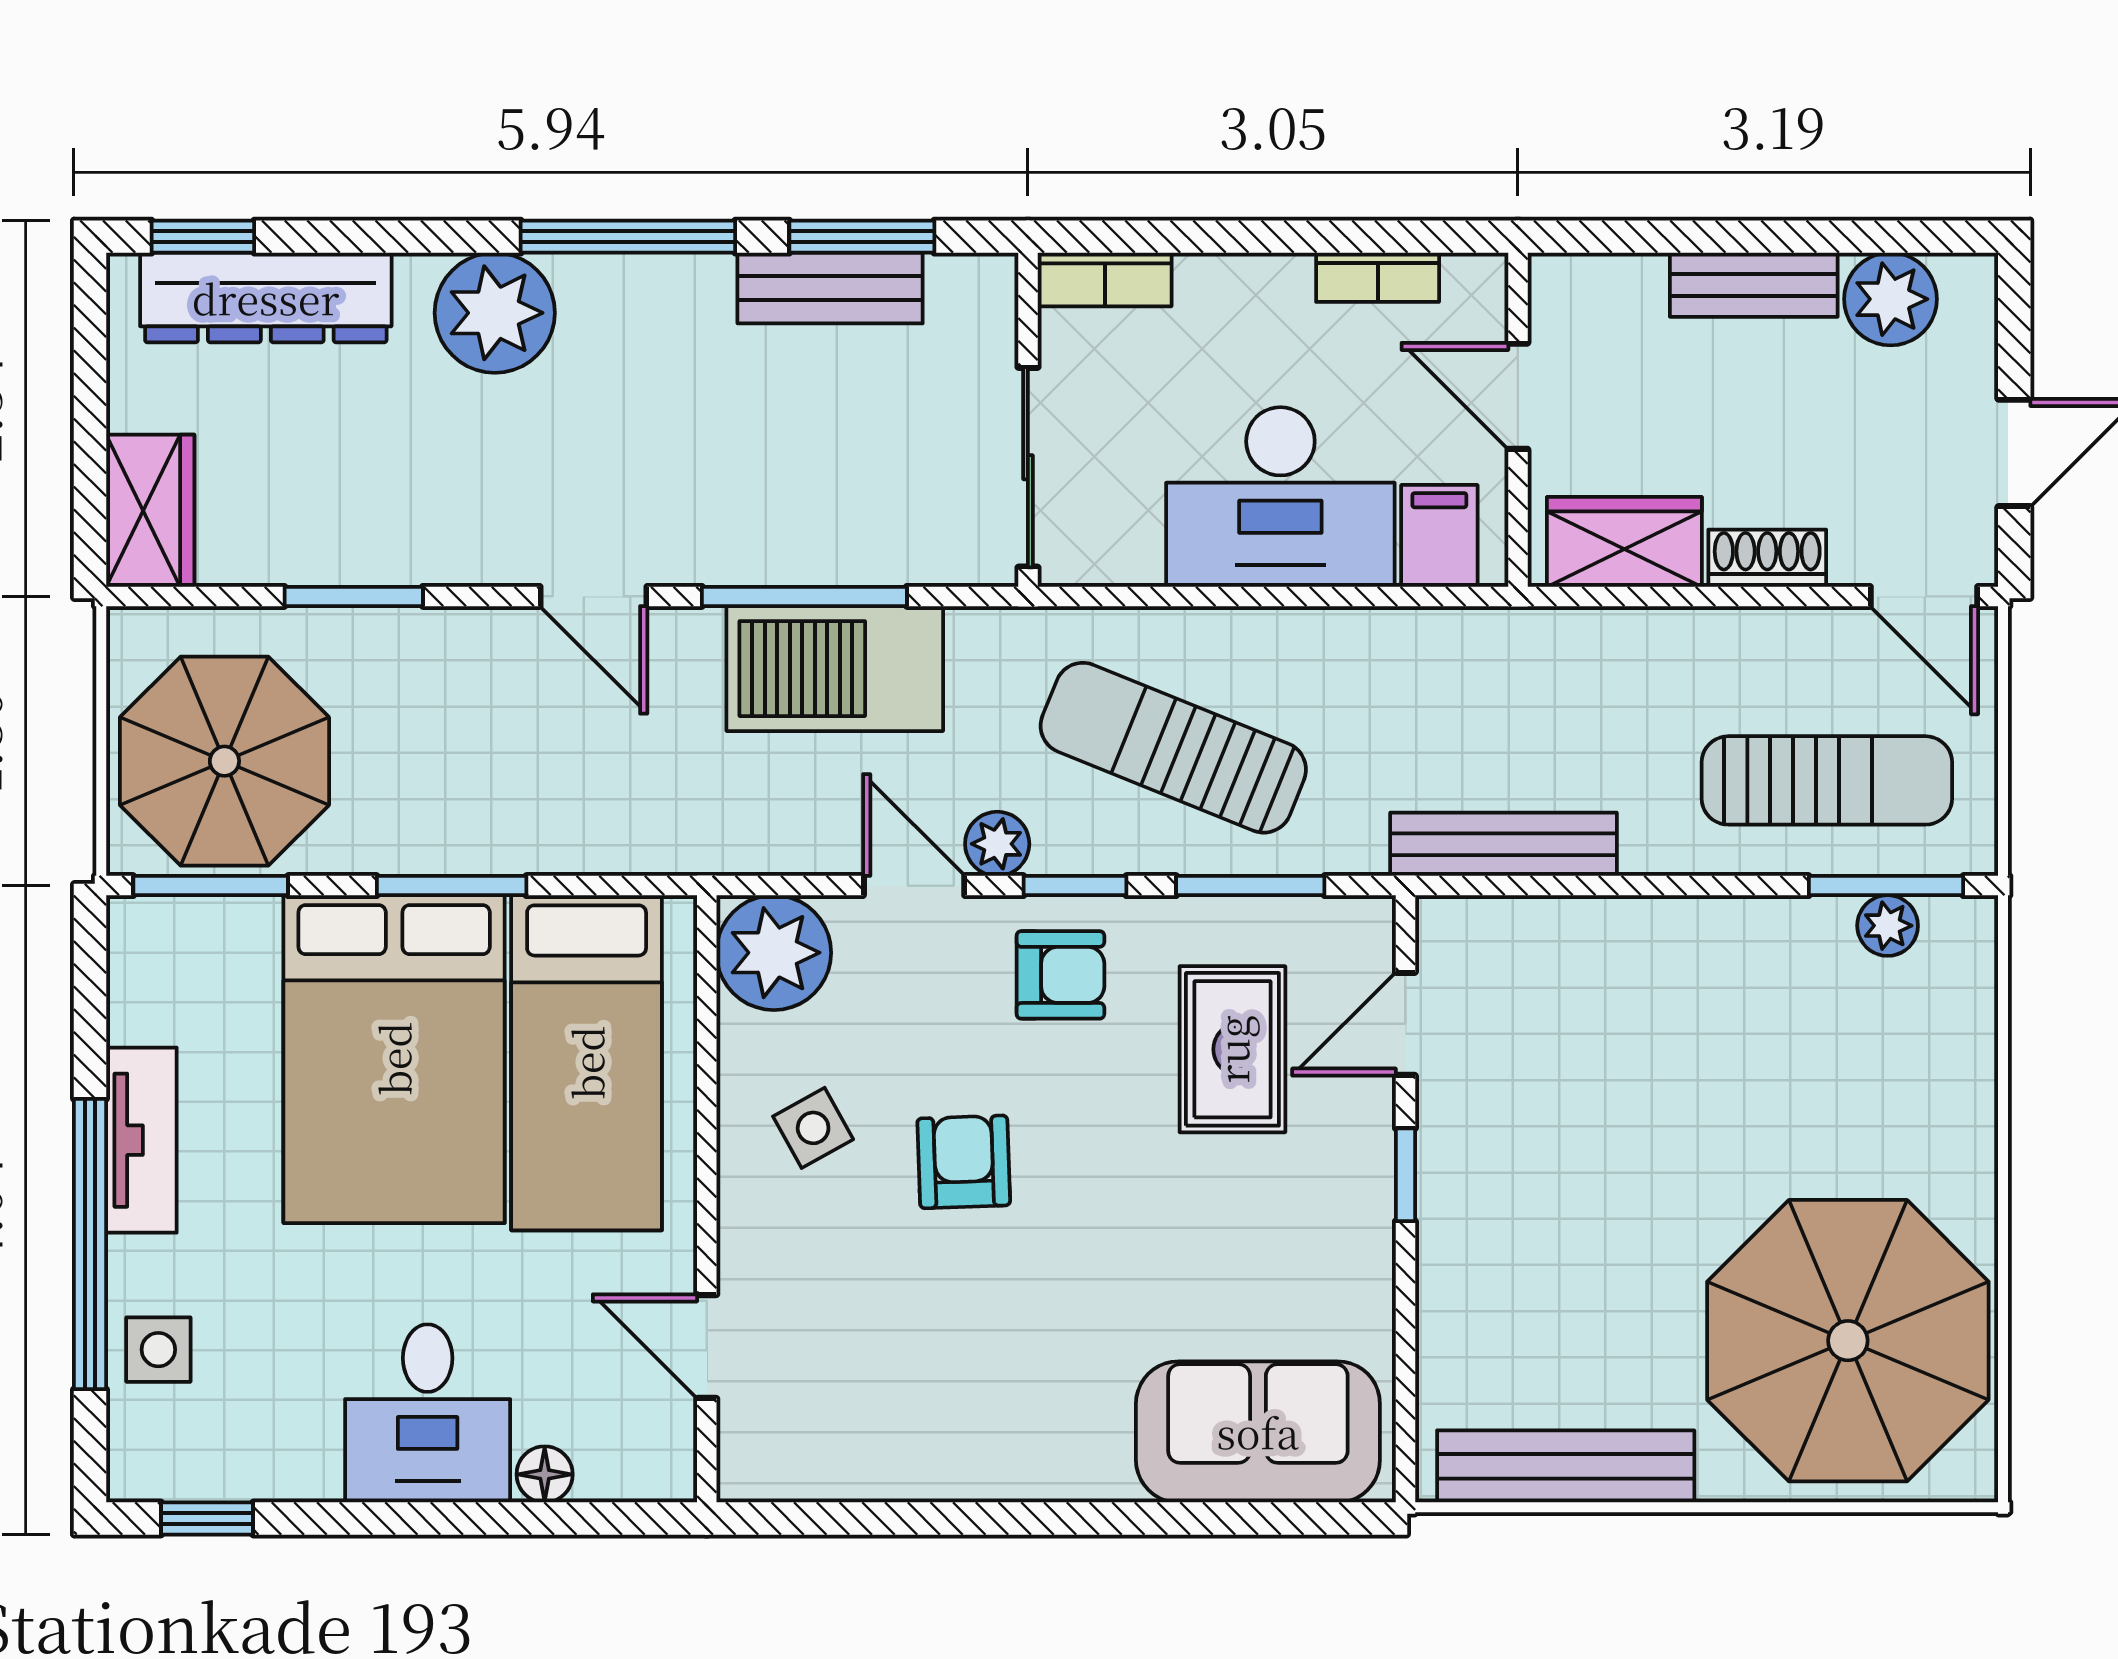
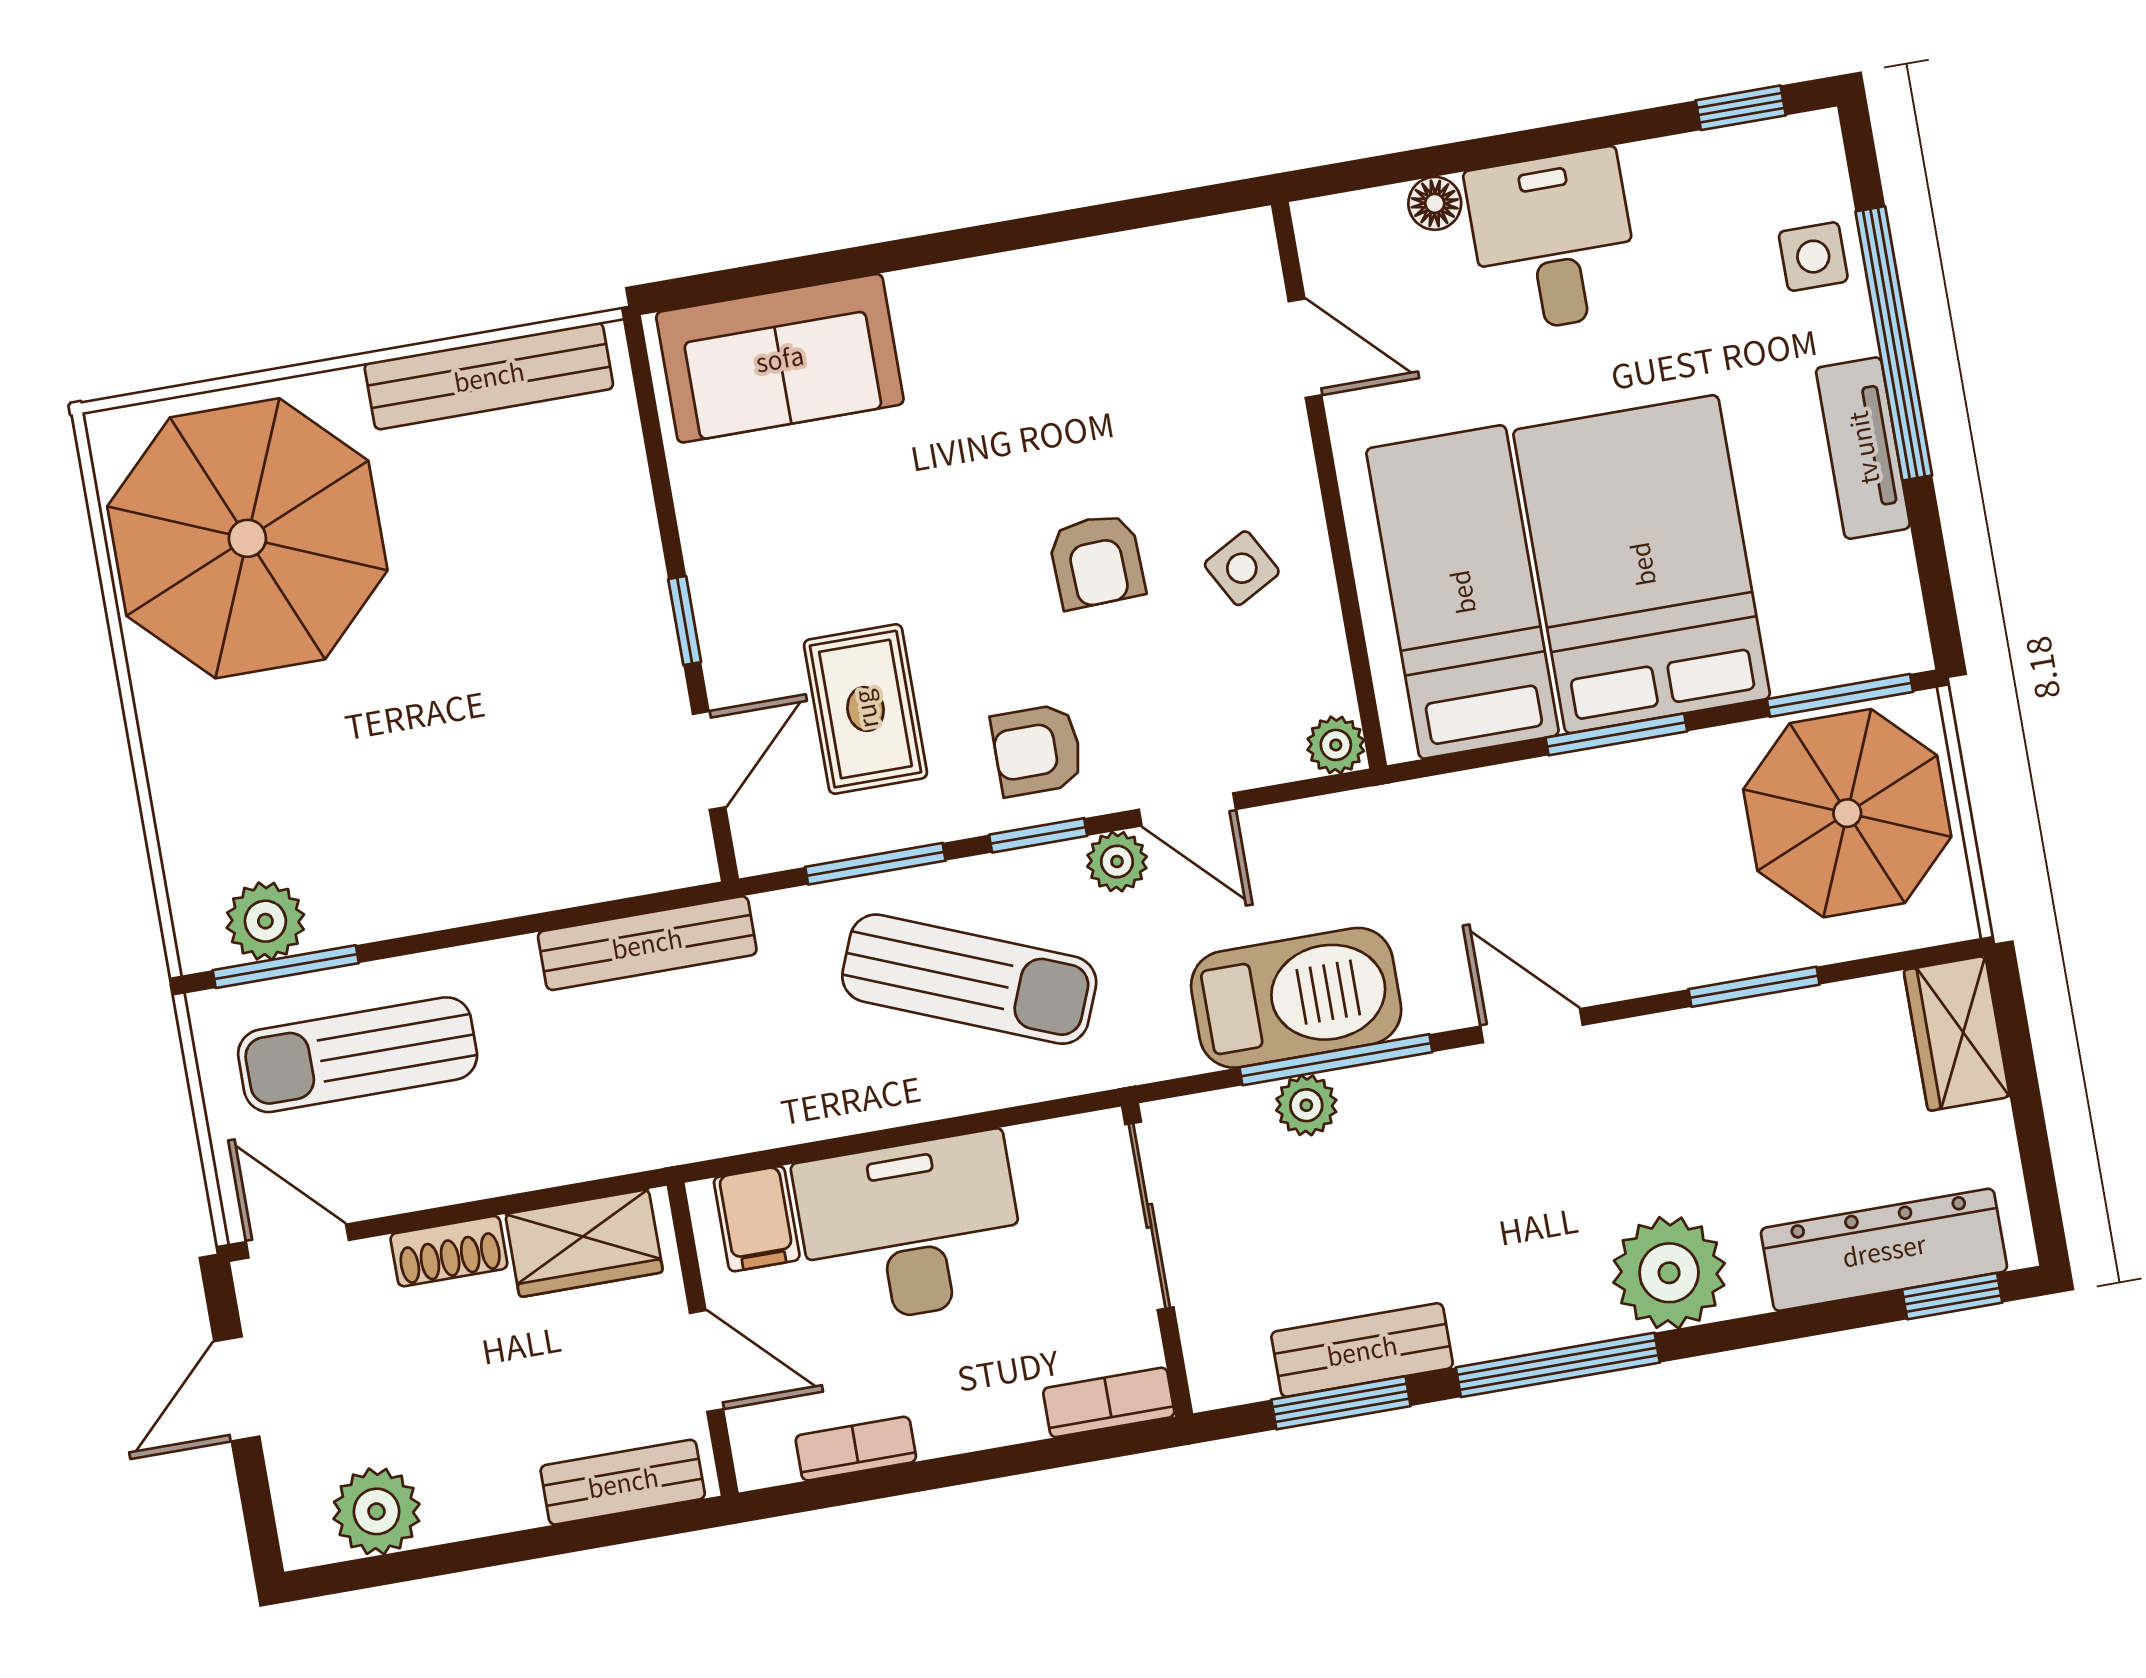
bench: (1754, 285) -> (623, 1482), moved
plant: (844, 554) -> (1306, 1105), added
plant: (1888, 926) -> (265, 921), width x1.38, depth x1.38
plant: (774, 953) -> (1336, 745), width x0.53, depth x0.53

